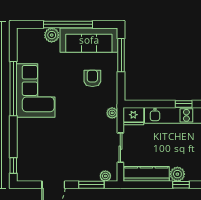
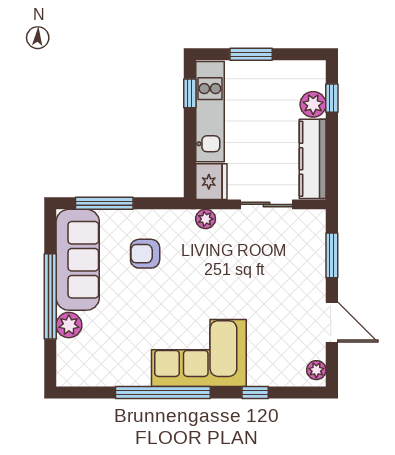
corner sofa: (36, 90) -> (199, 353), moved
window: (13, 165) -> (255, 393), moved
plant: (105, 176) -> (316, 370), moved

